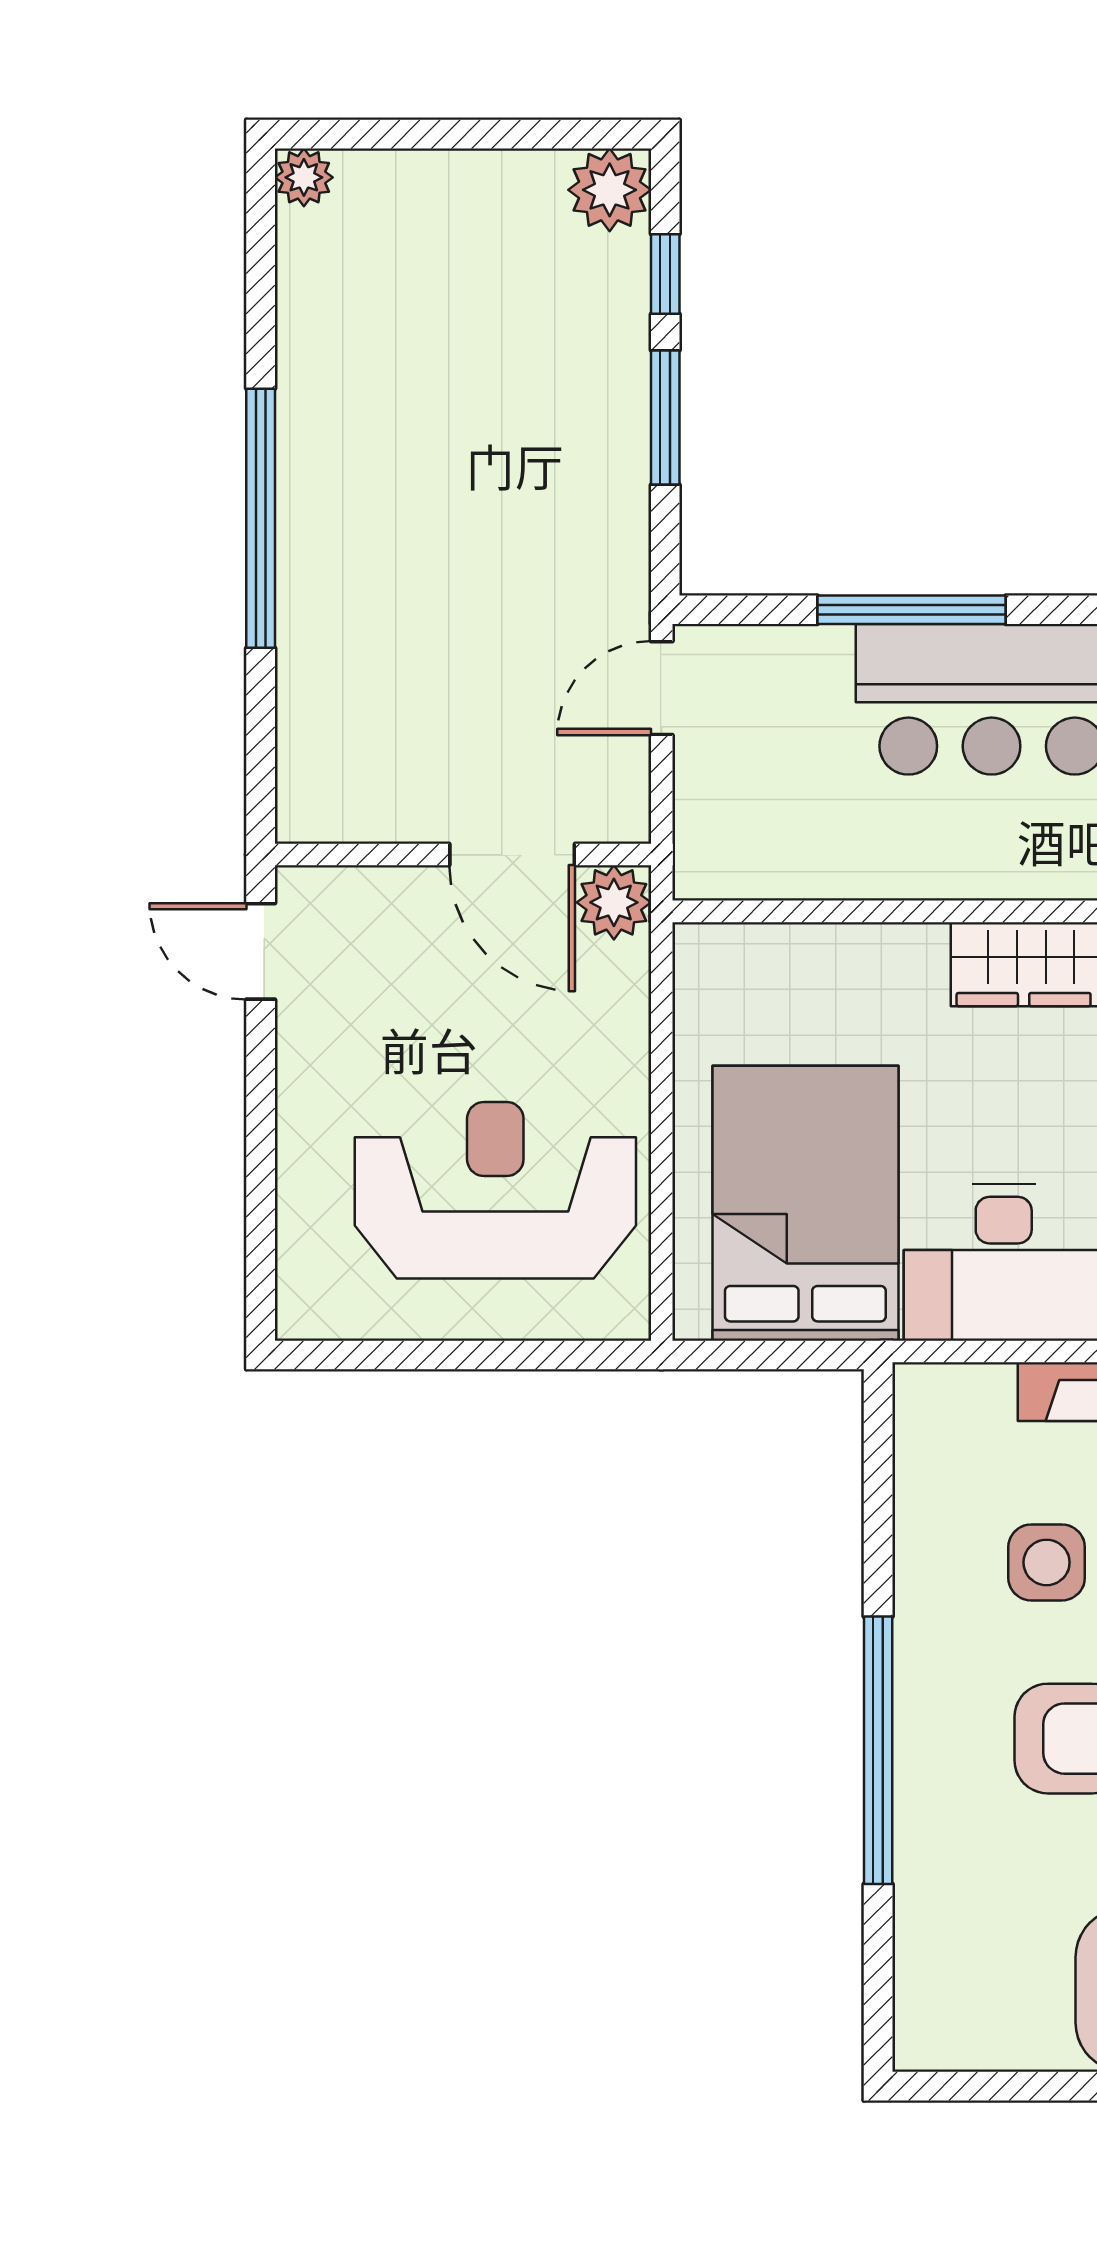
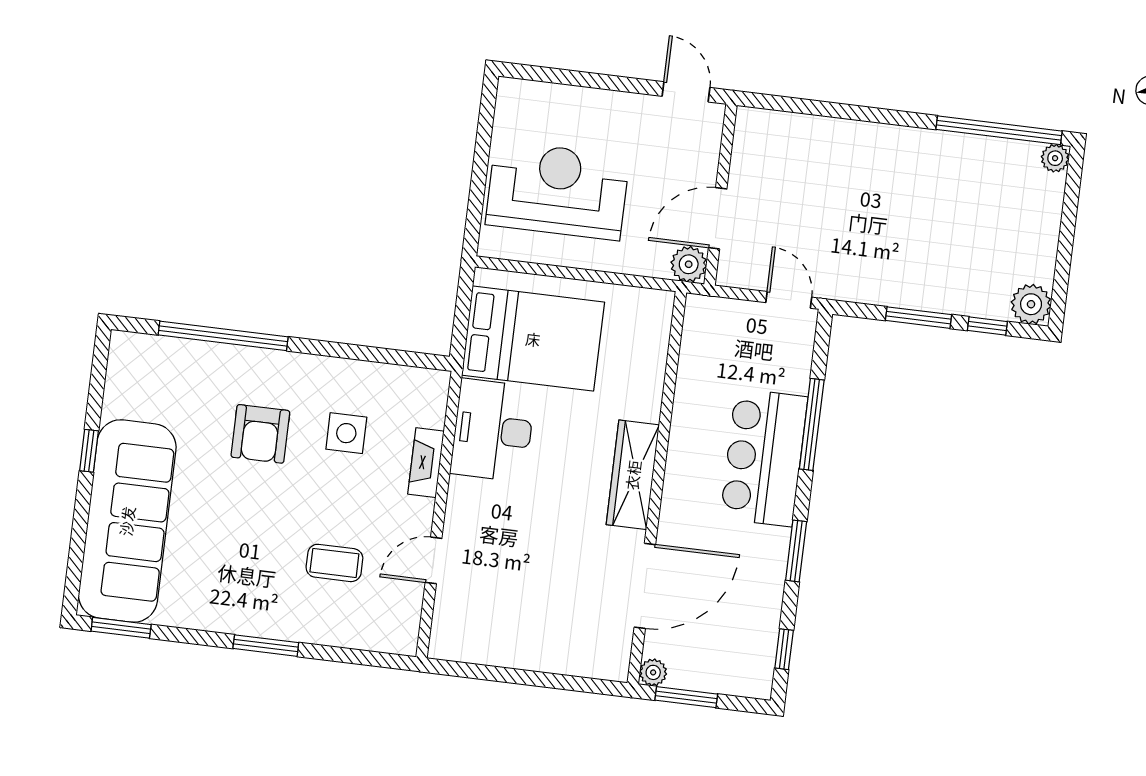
window: (261, 518) -> (999, 130), moved
door: (261, 951) -> (686, 92), hinge flipped
reception desk: (495, 1190) -> (557, 190), turned -90
window: (878, 1750) -> (223, 336), moved

